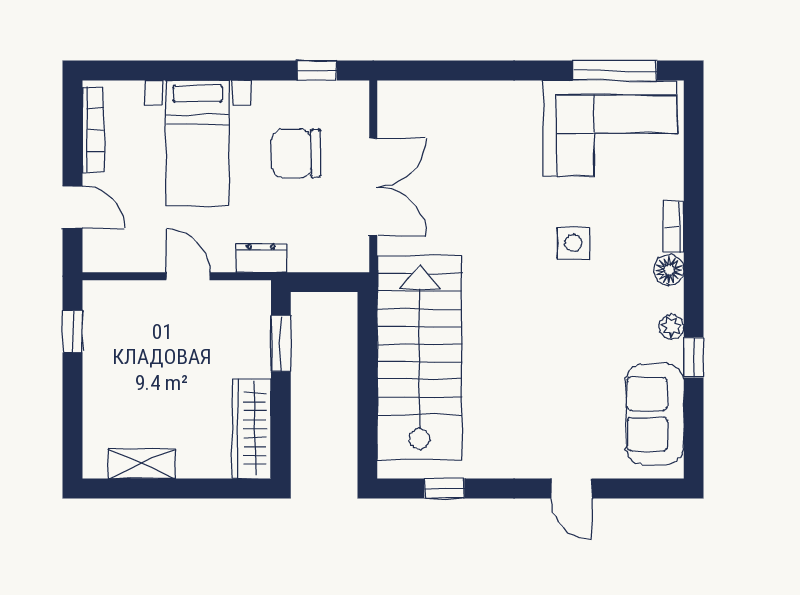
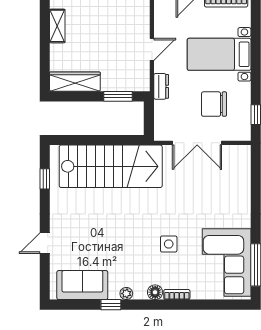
chair: (296, 153) -> (214, 104), turned -90

